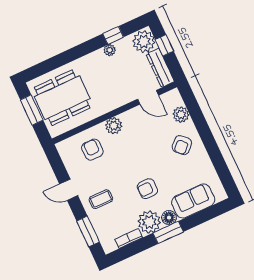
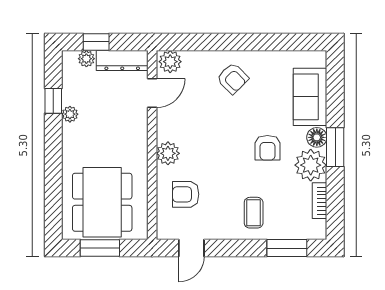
plant: (144, 42) -> (86, 59), width x0.53, depth x0.53
plant: (181, 115) -> (170, 62), moved
door: (69, 190) -> (191, 248), moved

